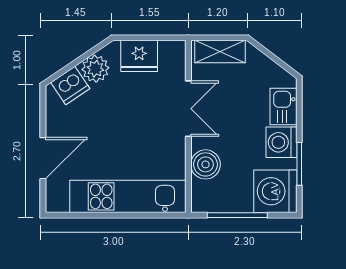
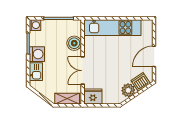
fridge: (139, 56) -> (93, 96), moved
door: (43, 158) -> (154, 56), moved
washing machine: (275, 191) -> (35, 25), width x0.53, depth x0.53

